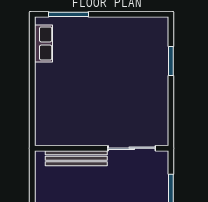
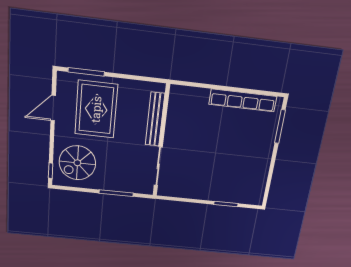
row of seats: (44, 43) -> (243, 100), width x2.02

